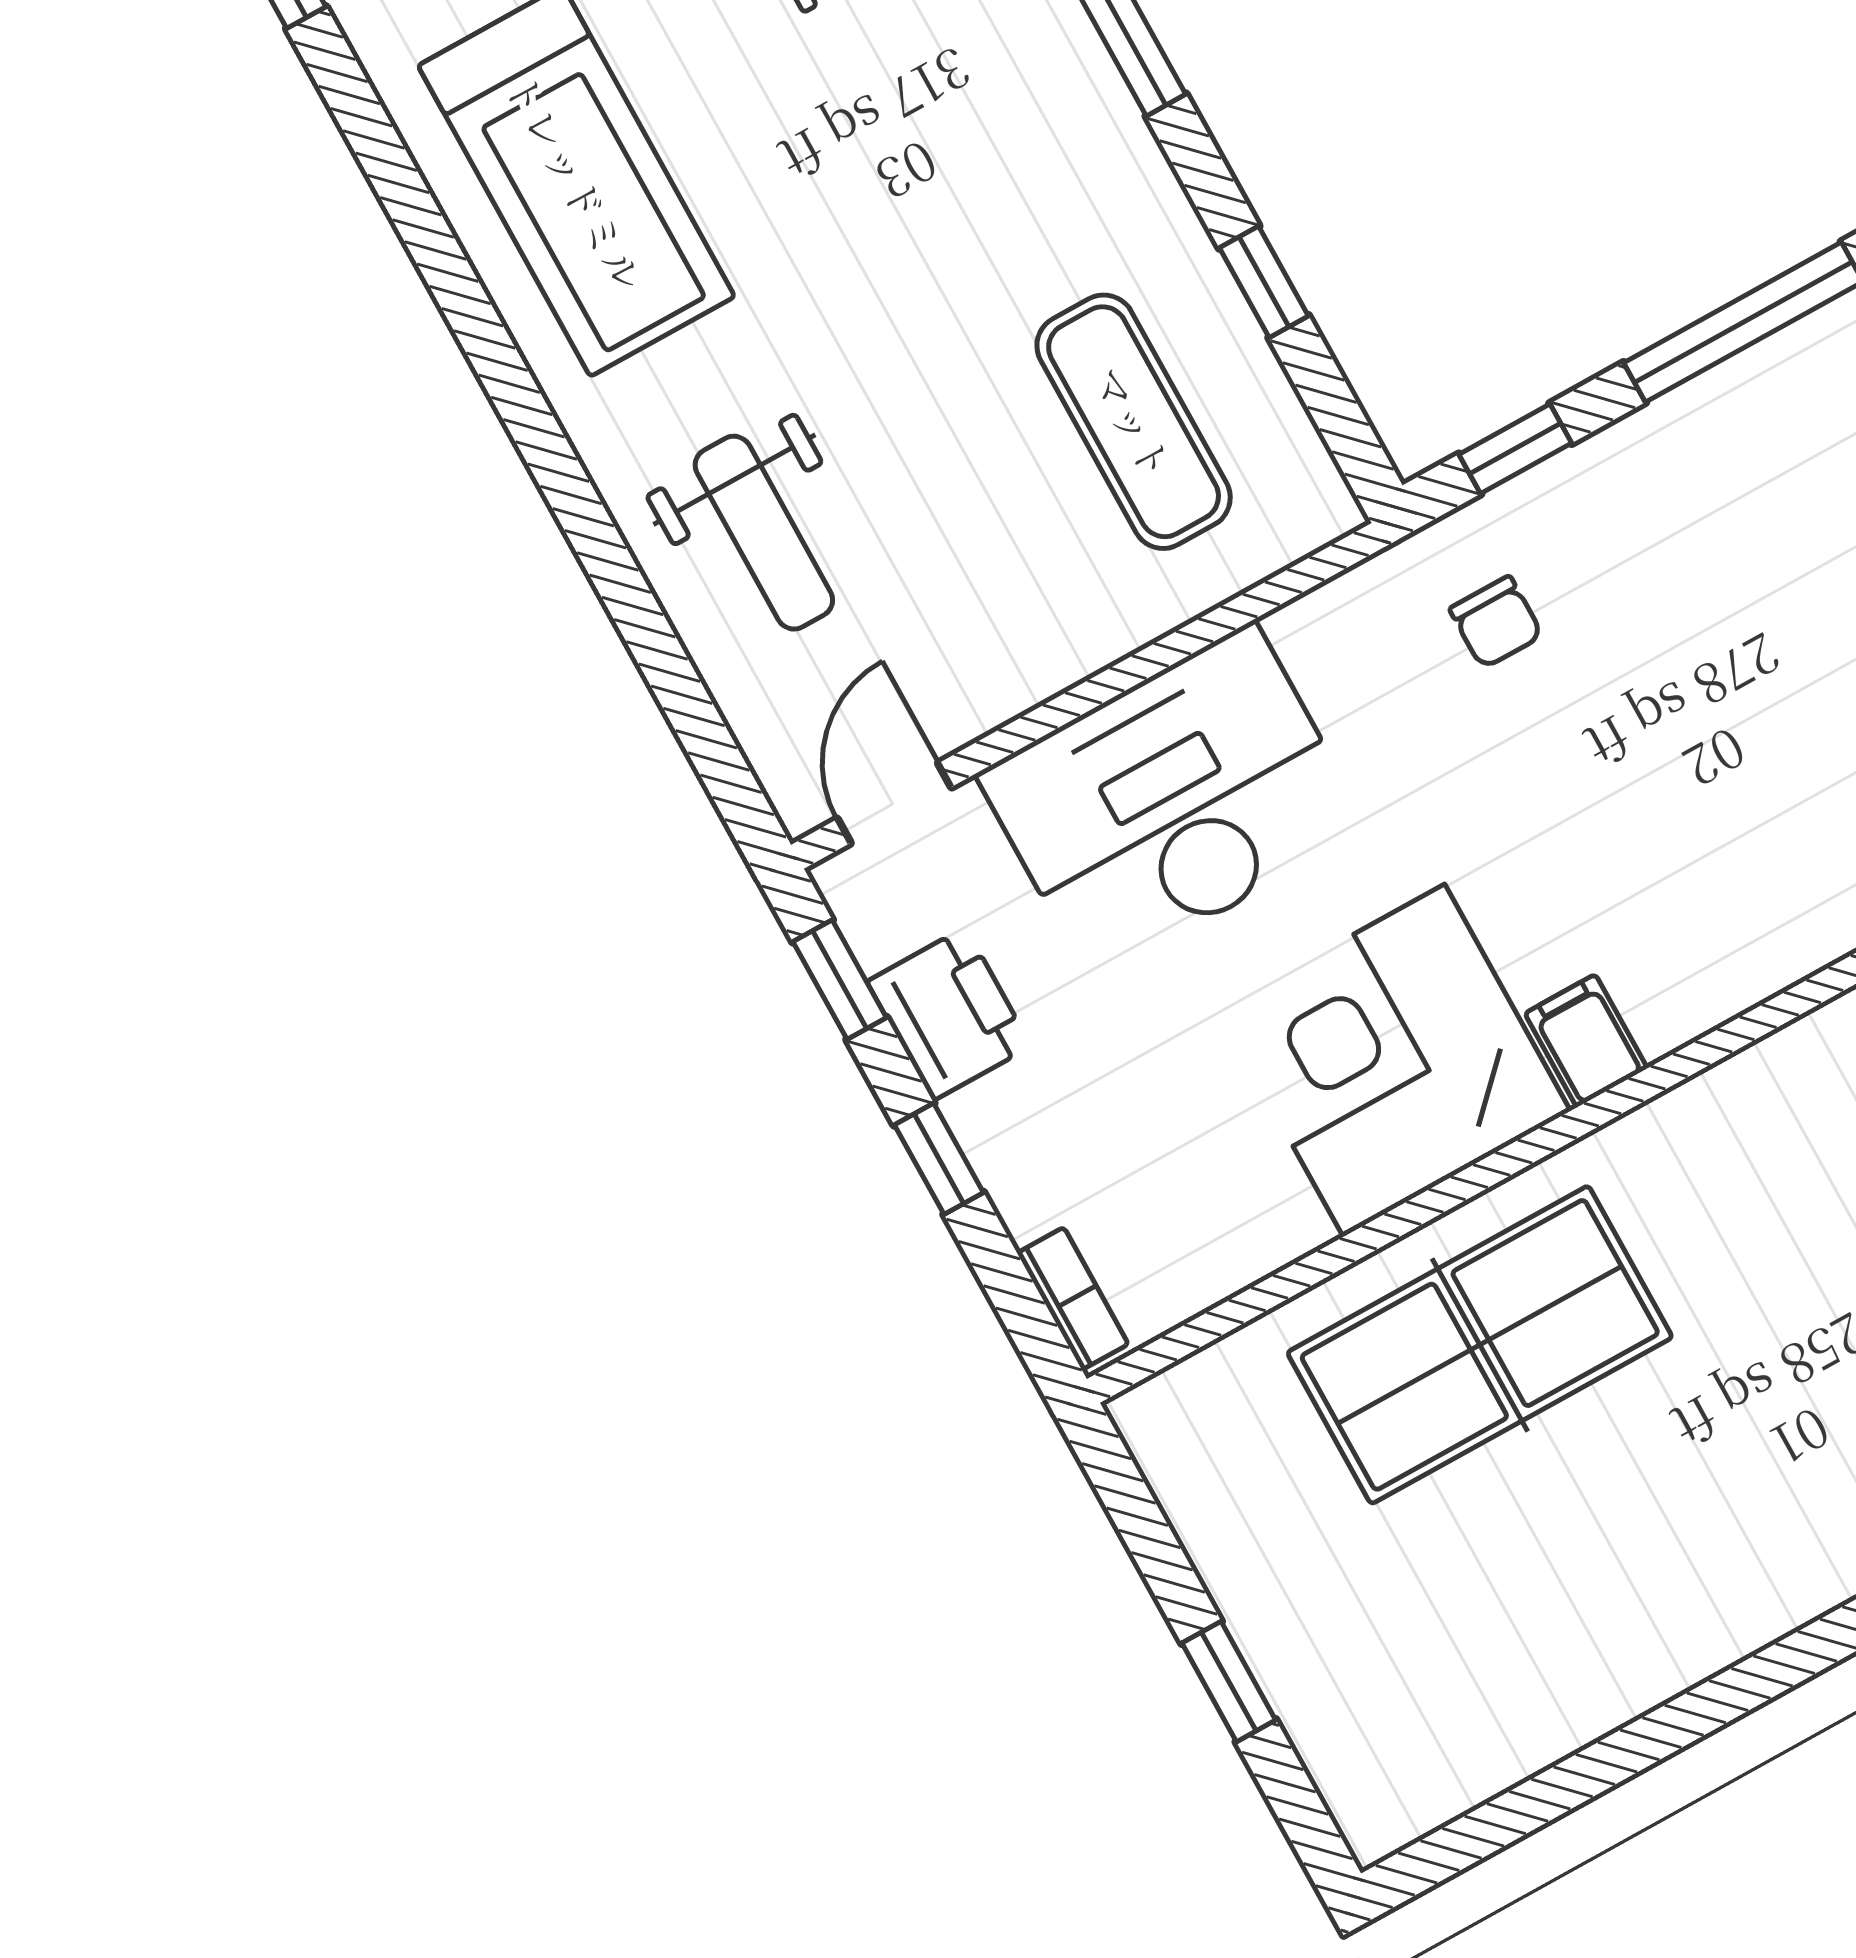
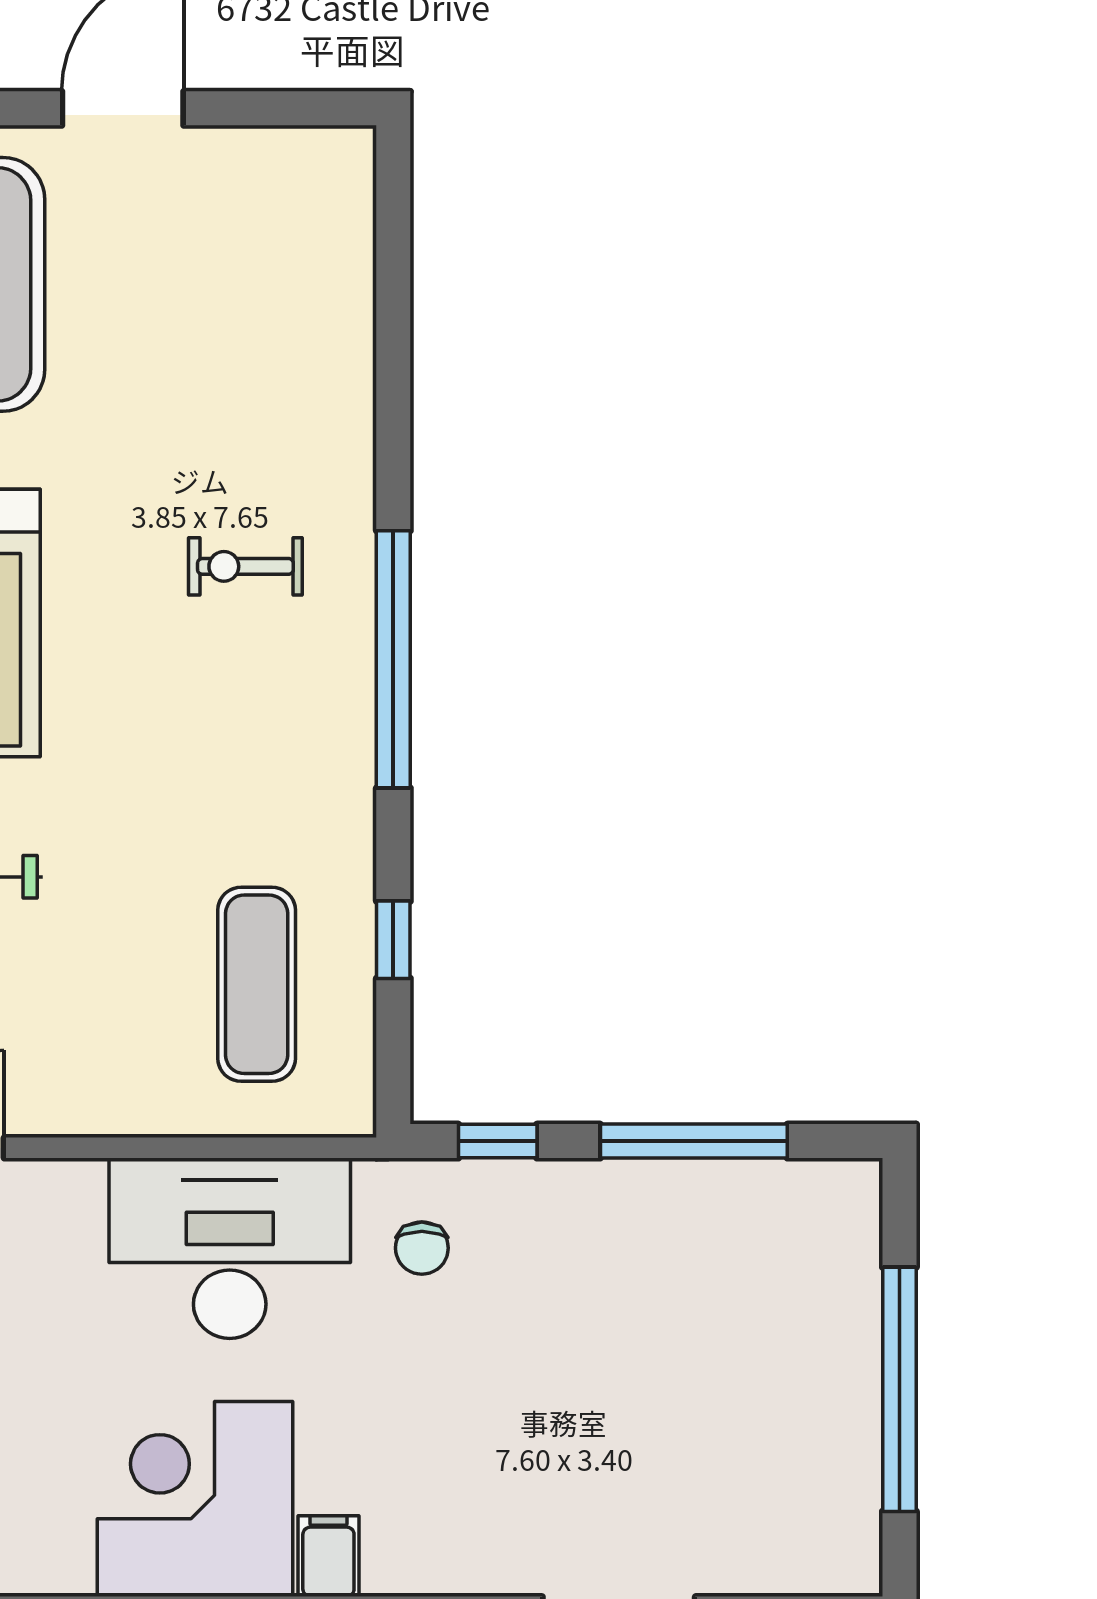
desk: (1173, 802) -> (230, 1248), moved

